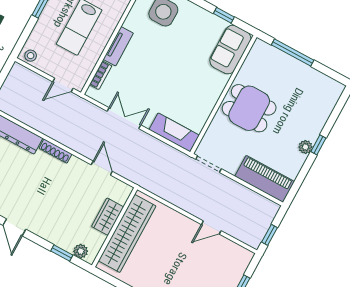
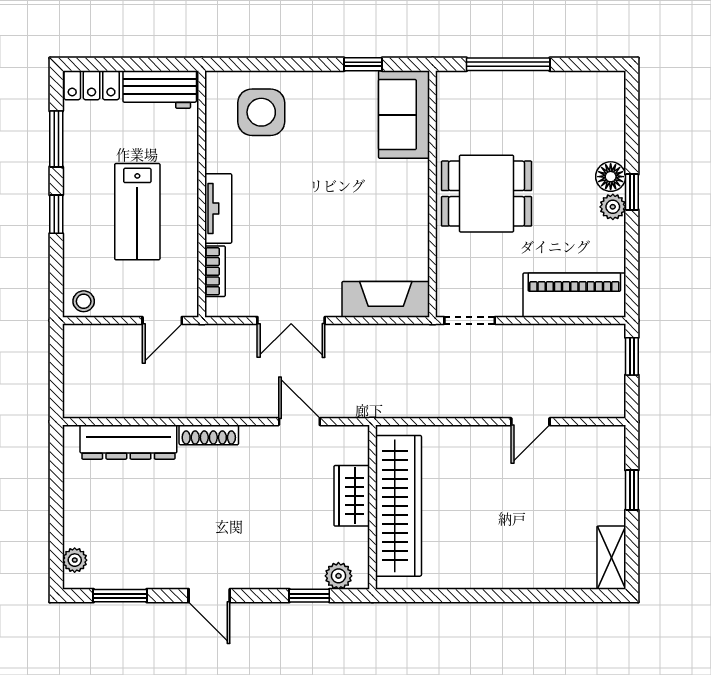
double door: (124, 118) -> (291, 320), swing flipped
floor lamp: (312, 132) -> (611, 177), added
window: (269, 235) -> (632, 356), moved

